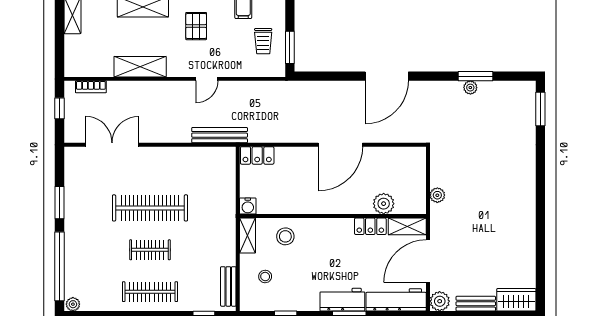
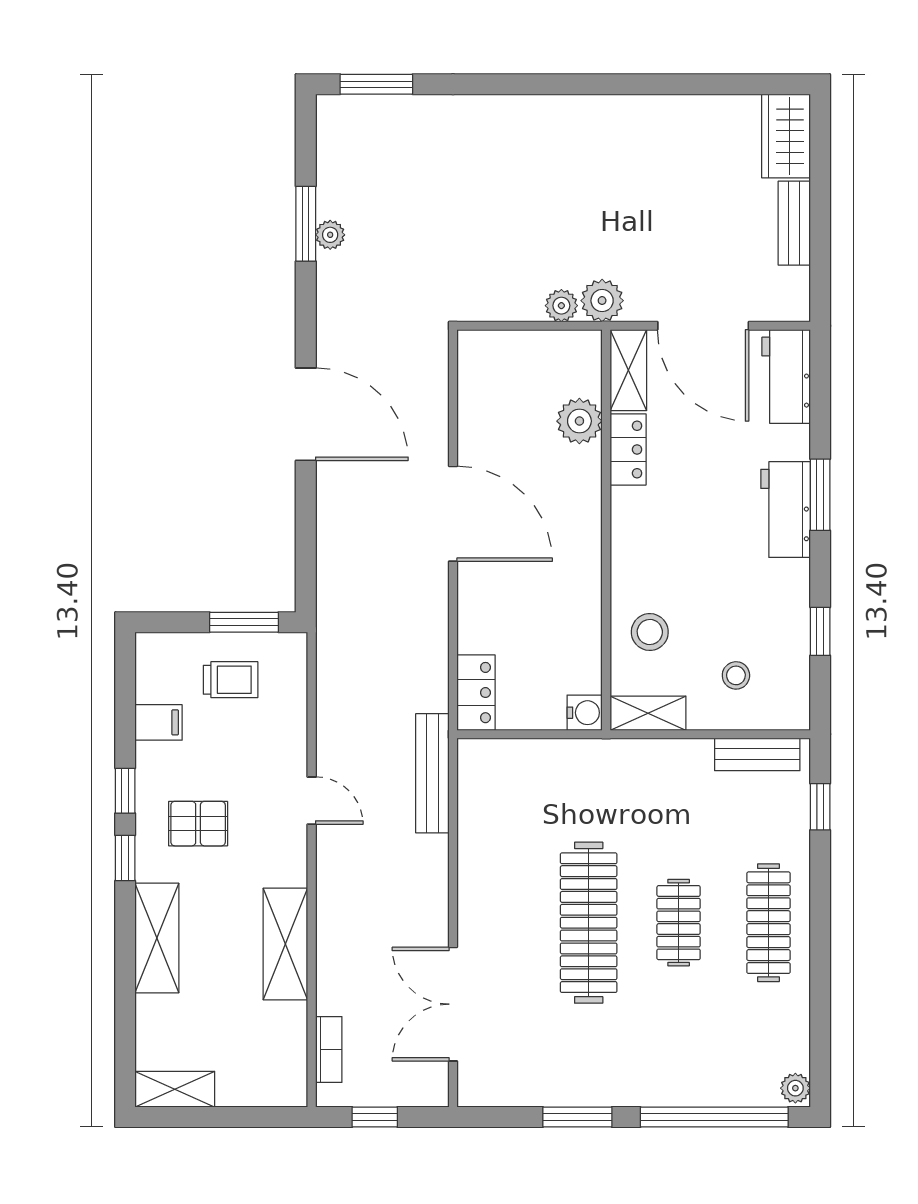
workbench: (396, 300) -> (786, 377), width x0.73
plant: (440, 301) -> (602, 301), moved

